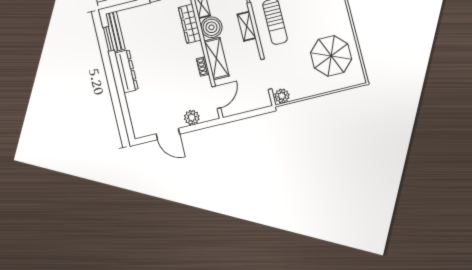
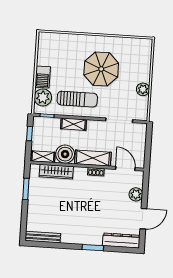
window: (109, 39) -> (93, 248), moved
parasol: (331, 56) -> (101, 69), moved
dresser: (126, 71) -> (121, 240), moved
plant: (282, 96) -> (143, 89), moved

